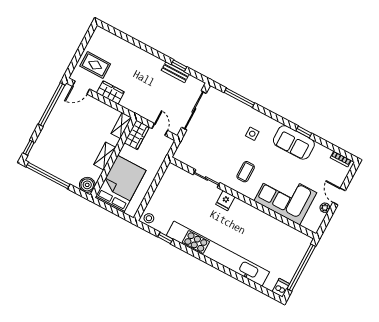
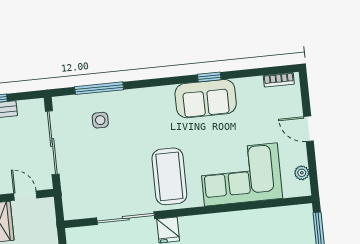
side table: (252, 134) -> (100, 120), moved
coffee table: (246, 172) -> (169, 176), width x1.86, depth x1.72
sliding door: (206, 179) -> (126, 218), width x1.37
plant: (325, 208) -> (302, 173), moved

